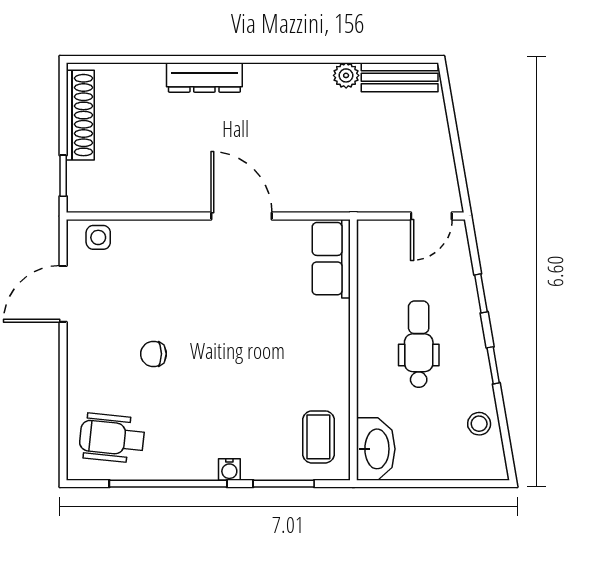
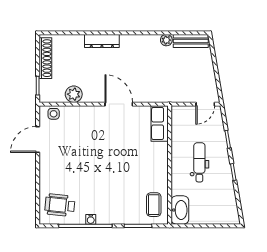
plant: (142, 194) -> (74, 94), added
chair: (153, 354) -> (79, 167), removed
stool: (479, 424) -> (227, 199), removed
water cooler: (229, 469) -> (91, 219), moved

